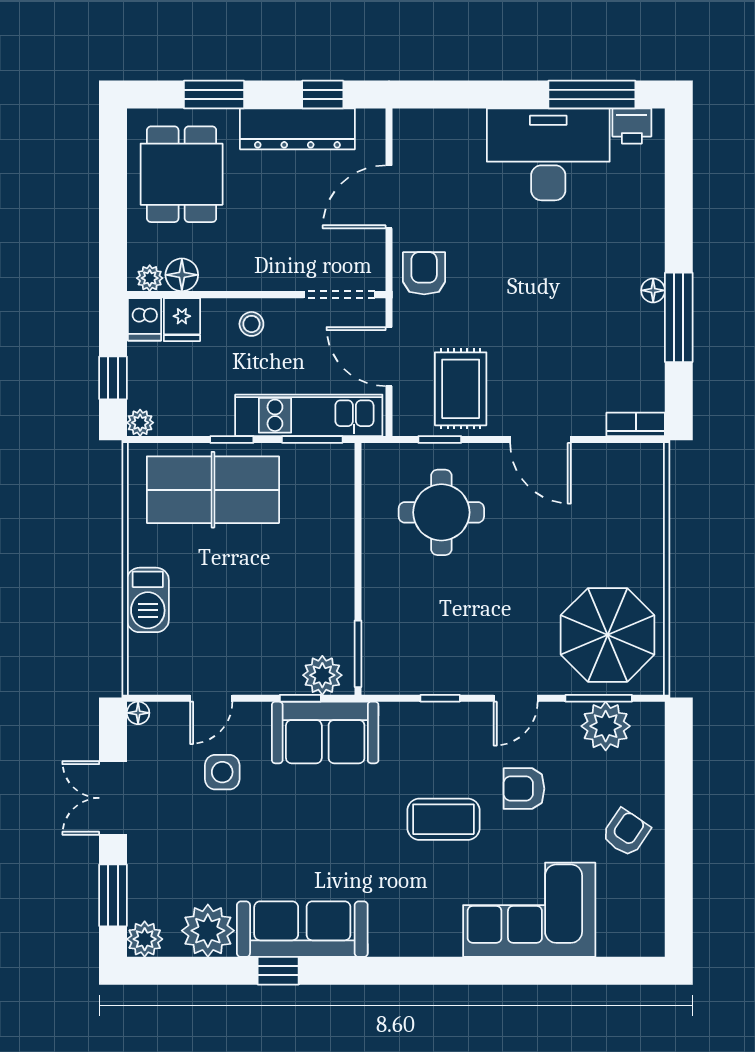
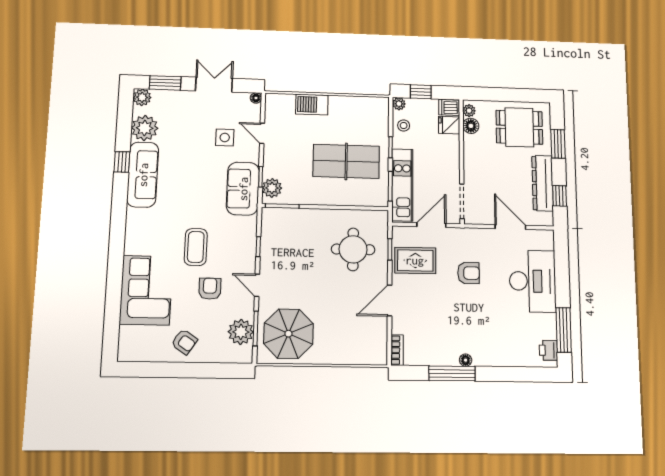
desk: (548, 154) -> (533, 281), moved
armchair: (424, 273) -> (469, 273), moved
stool: (251, 324) -> (404, 125), moved
table tennis table: (213, 490) -> (346, 161), moved, turned 90

